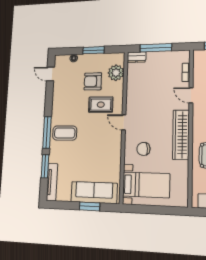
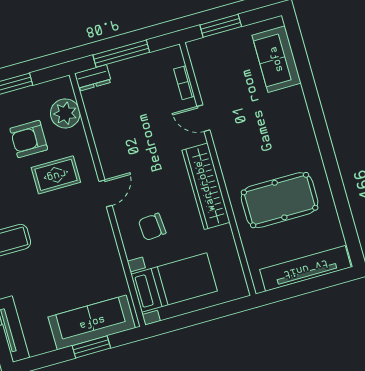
door: (124, 122) -> (106, 193), swing flipped

